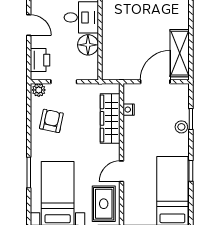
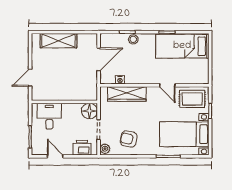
door: (29, 25) -> (55, 156), hinge flipped
floor lamp: (88, 45) -> (89, 111), moved
shelving: (180, 53) -> (59, 41), moved
door: (155, 82) -> (99, 59), swing flipped

